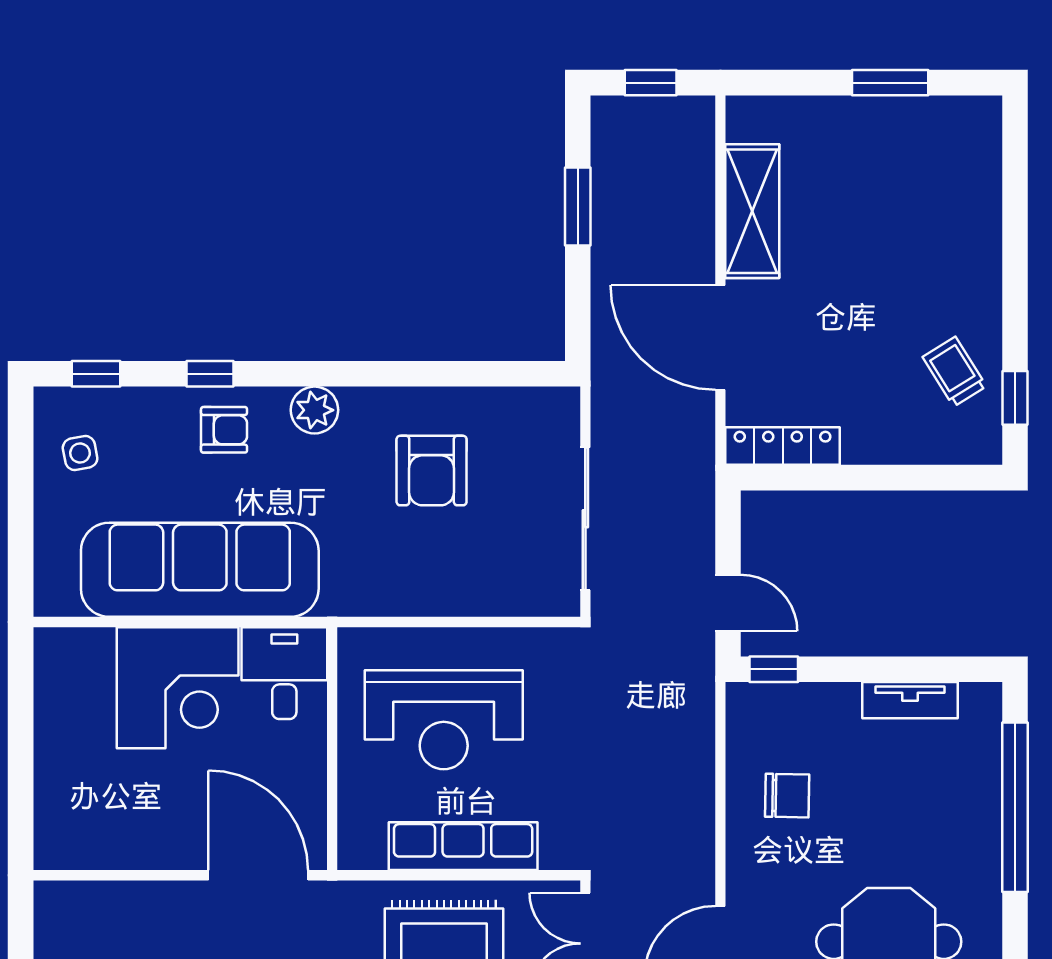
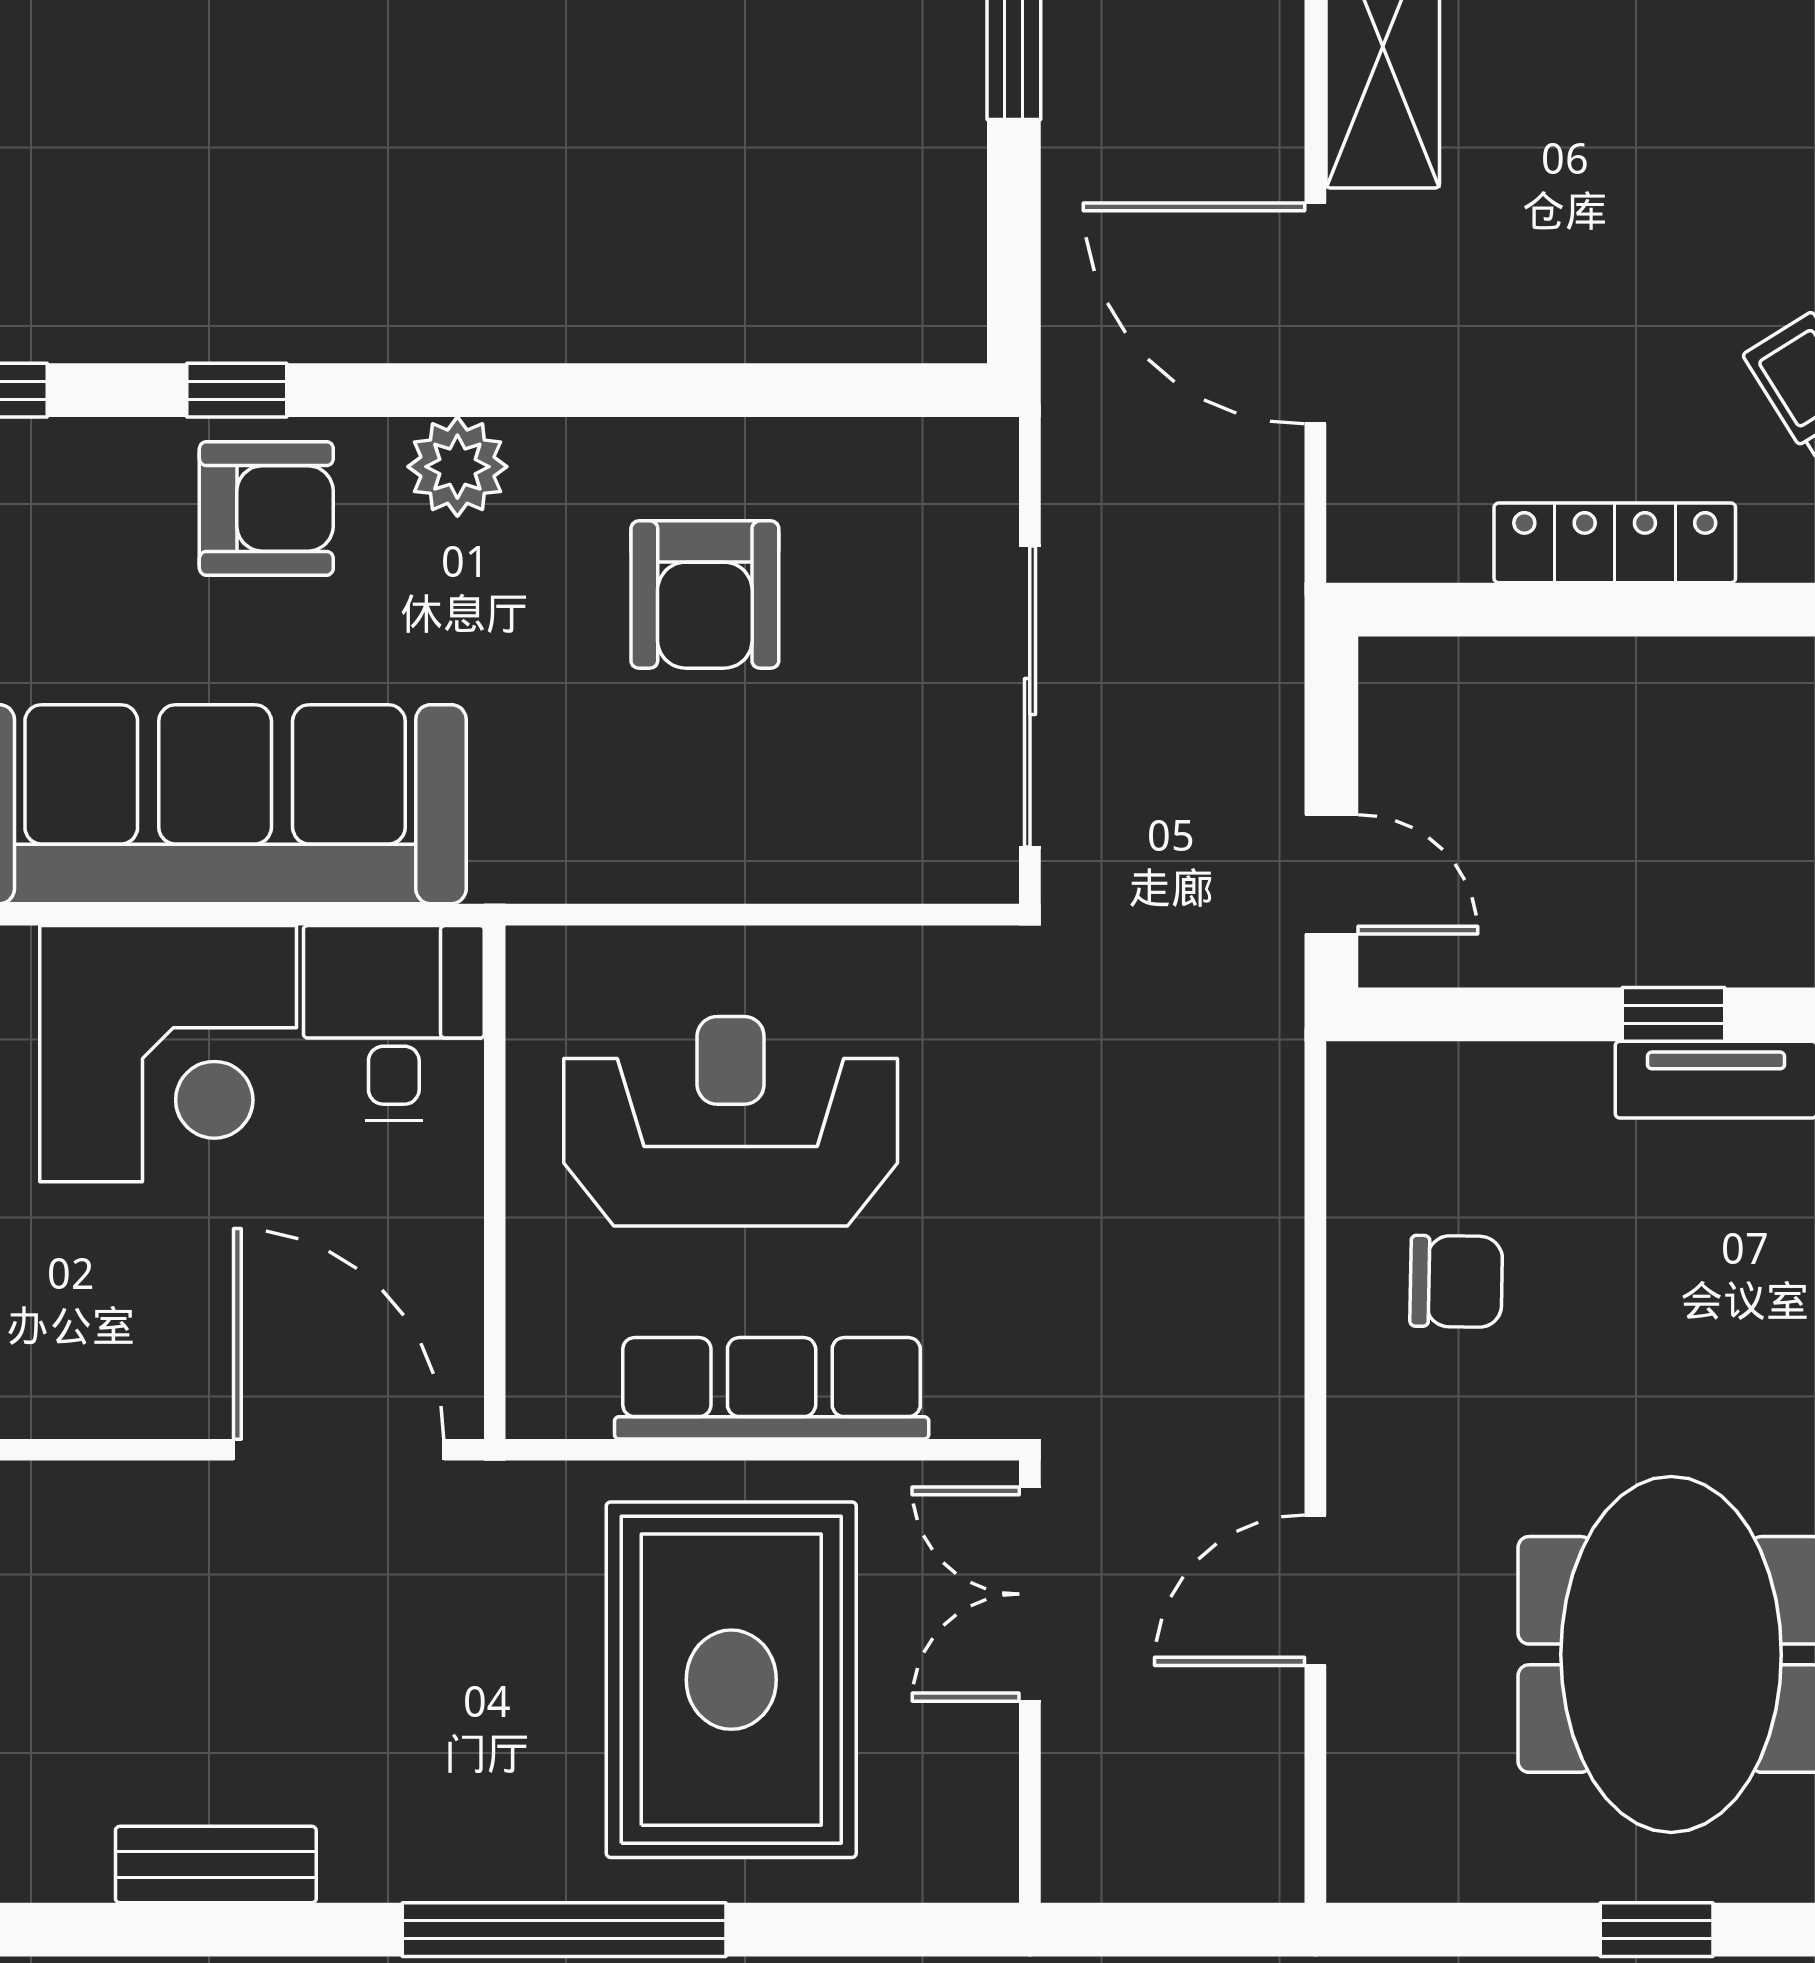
armchair: (224, 430) -> (266, 508), width x1.38, depth x1.38
locker: (783, 446) -> (1615, 543), moved
window: (774, 669) -> (1673, 1014), moved
reception desk: (444, 720) -> (731, 1121), turned 180

